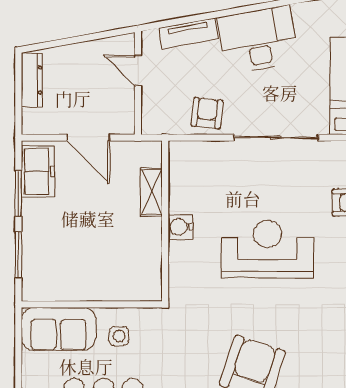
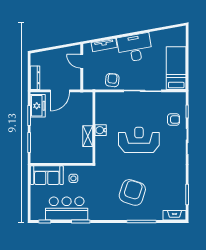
dresser: (32, 80) -> (35, 78), moved
door: (88, 138) -> (60, 91), hinge flipped
shelving: (151, 192) -> (88, 136), moved

